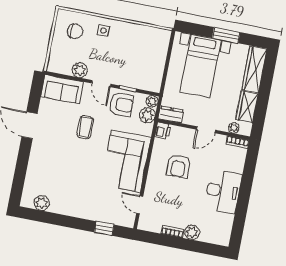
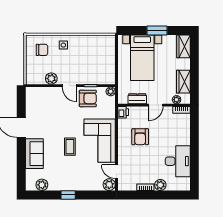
wardrobe: (254, 69) -> (183, 46), width x0.67
sofa: (62, 89) -> (34, 154), moved, turned -90
dresser: (171, 114) -> (137, 99), moved
plant: (147, 115) -> (109, 185), moved
coffee table: (85, 127) -> (70, 147), moved
desk: (223, 191) -> (178, 161), moved
window: (104, 228) -> (68, 195), moved

